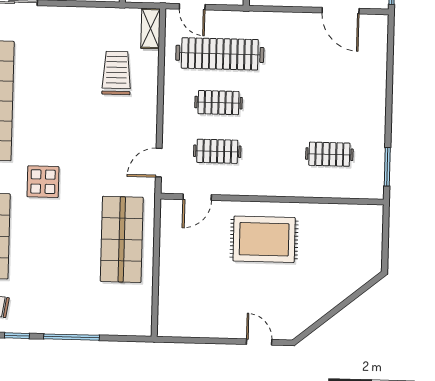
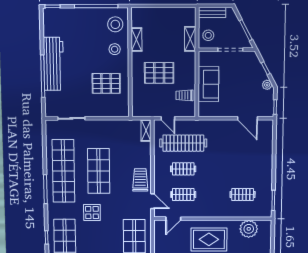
trolley: (116, 73) -> (140, 180), moved
shop shelf: (59, 102) -> (99, 171), added
door: (159, 163) -> (152, 201), swing flipped
plant: (340, 221) -> (249, 229), added

